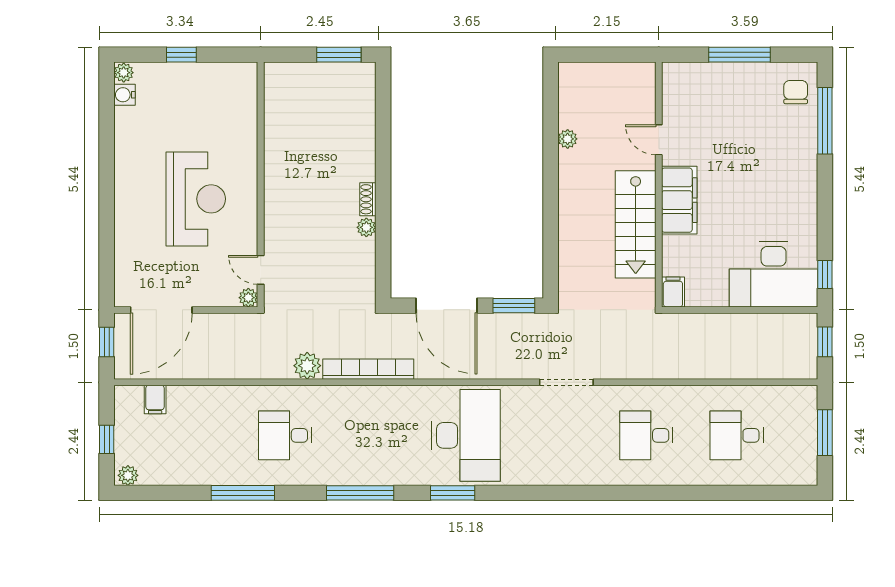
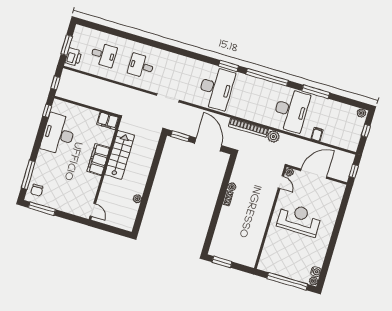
window: (181, 55) -> (287, 281), width x3.17
window: (740, 55) -> (42, 209), moved
door: (659, 140) -> (93, 210), moved
reception desk: (196, 199) -> (299, 220), turned 90
desk: (774, 274) -> (58, 134), moved, turned -90
filing cabinet: (673, 292) -> (108, 121), width x2.00
door: (161, 310) -> (314, 174), moved
filing cabinet: (155, 400) -> (317, 134), moved
printer: (802, 411) -> (73, 57), added
desk: (285, 435) -> (291, 110), width x1.87, depth x1.30
desk: (466, 435) -> (216, 88), turned 180
desk: (646, 435) -> (141, 66), turned 180
window: (360, 493) -> (267, 77), width x1.46

